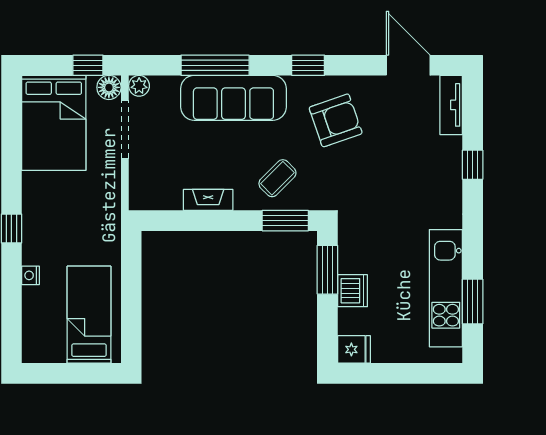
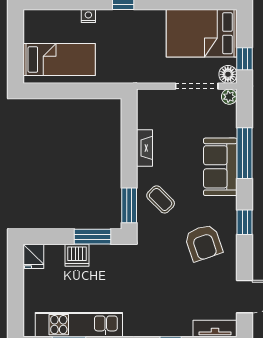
sofa: (233, 98) -> (220, 167), width x0.73

